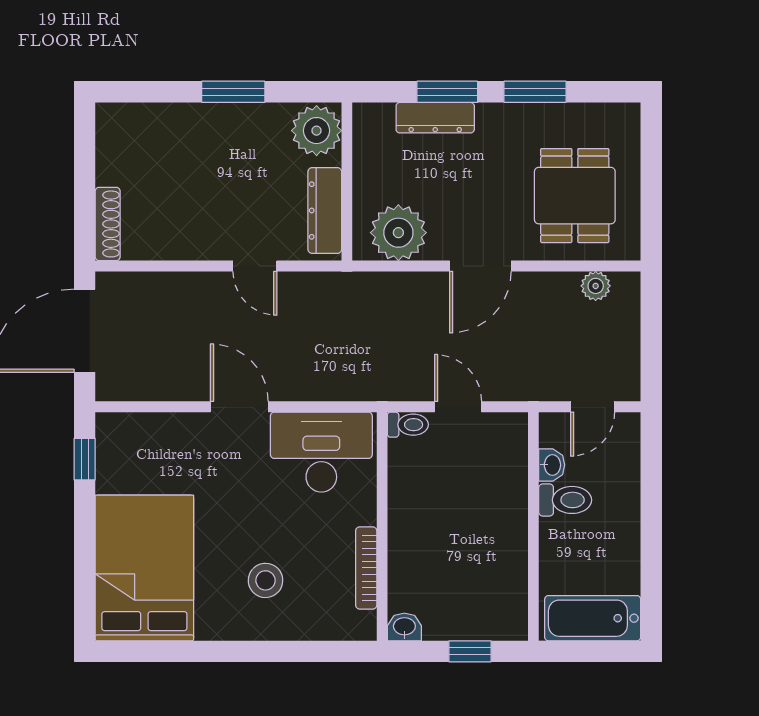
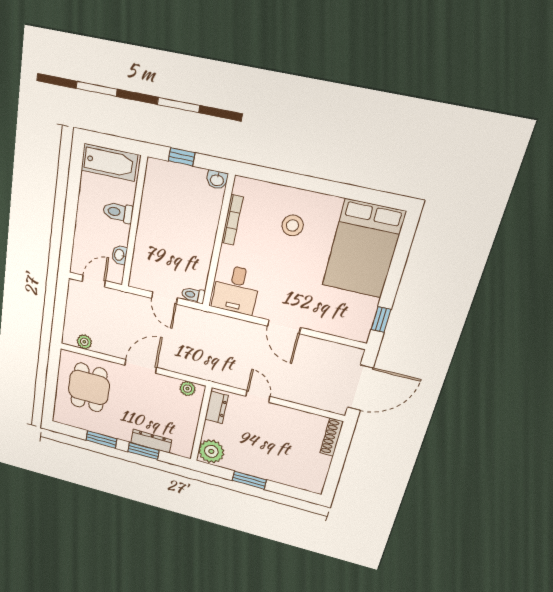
dresser: (325, 210) -> (216, 407), width x0.70
plant: (398, 233) -> (187, 389), width x0.53, depth x0.53
desk: (321, 452) -> (236, 290), width x0.73
toilet: (565, 500) -> (118, 212), moved

